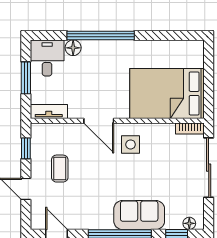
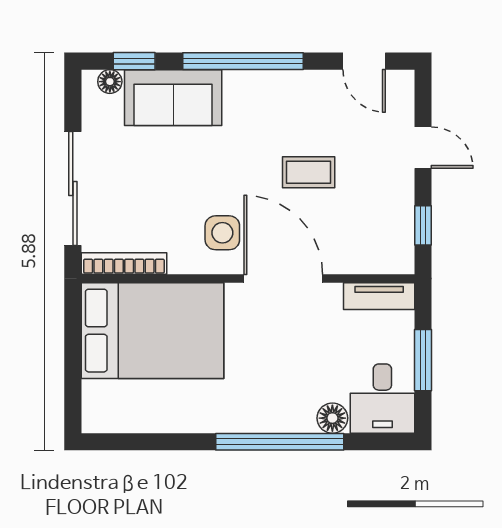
door: (99, 121) -> (283, 278), width x1.36
bookcase: (190, 128) -> (124, 263), width x1.56
coffee table: (60, 169) -> (309, 172), moved, turned 90
sofa: (139, 215) -> (173, 98), moved

